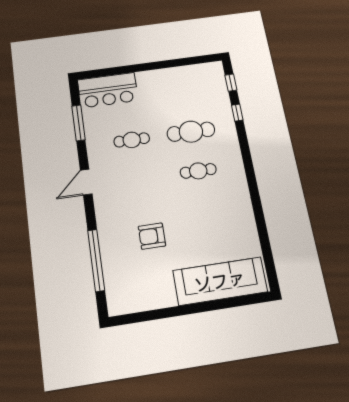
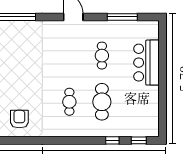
bar counter: (108, 90) -> (146, 63), moved
armchair: (152, 236) -> (19, 119), moved

